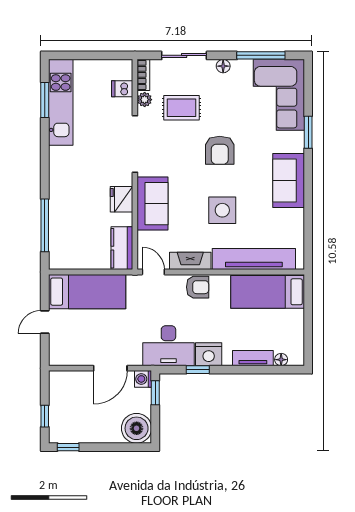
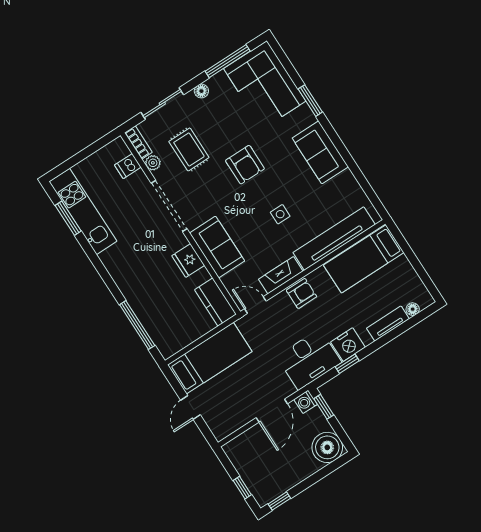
rug: (182, 108) -> (189, 149), turned 90
side table: (222, 210) -> (280, 214), width x0.54, depth x0.54

